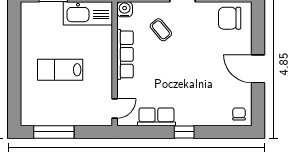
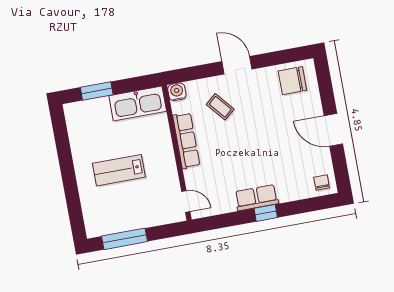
door: (115, 109) -> (186, 201), hinge flipped
row of seats: (156, 117) -> (256, 198), moved

